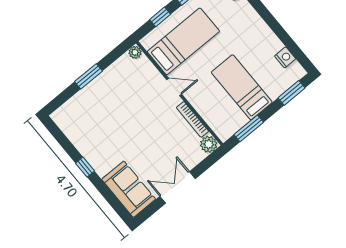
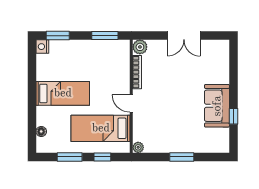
nightstand: (285, 57) -> (42, 47), moved
bed: (242, 87) -> (63, 93), moved, turned -90
window: (85, 167) -> (233, 116), moved
sofa: (129, 189) -> (217, 106), moved

